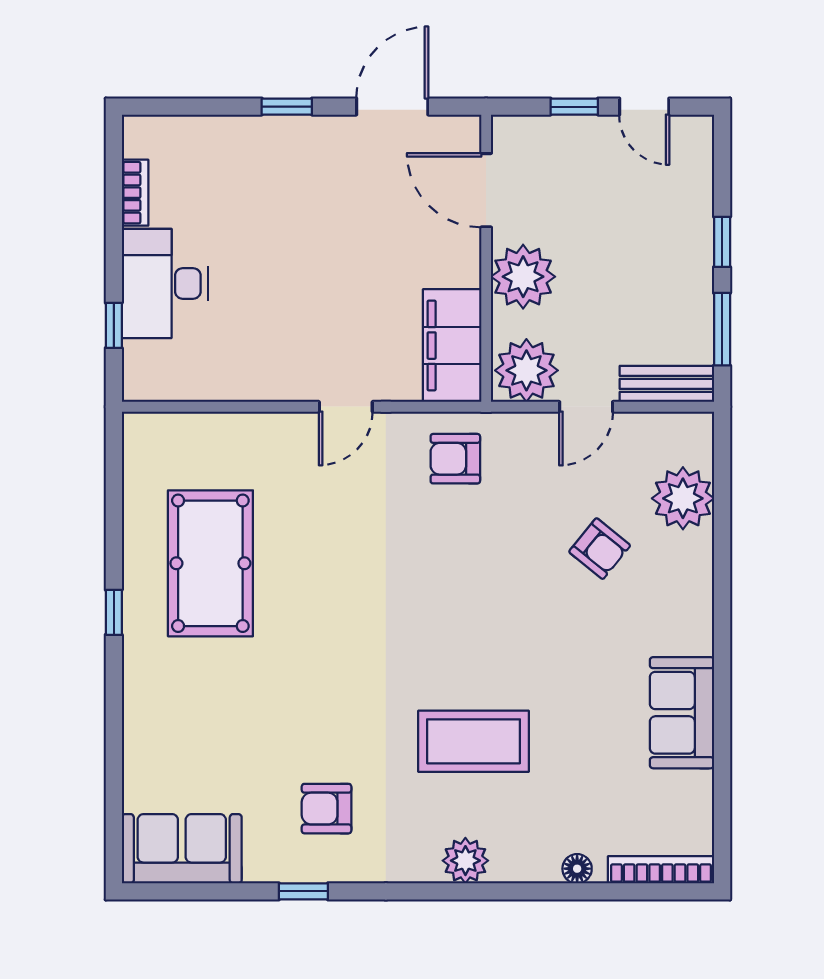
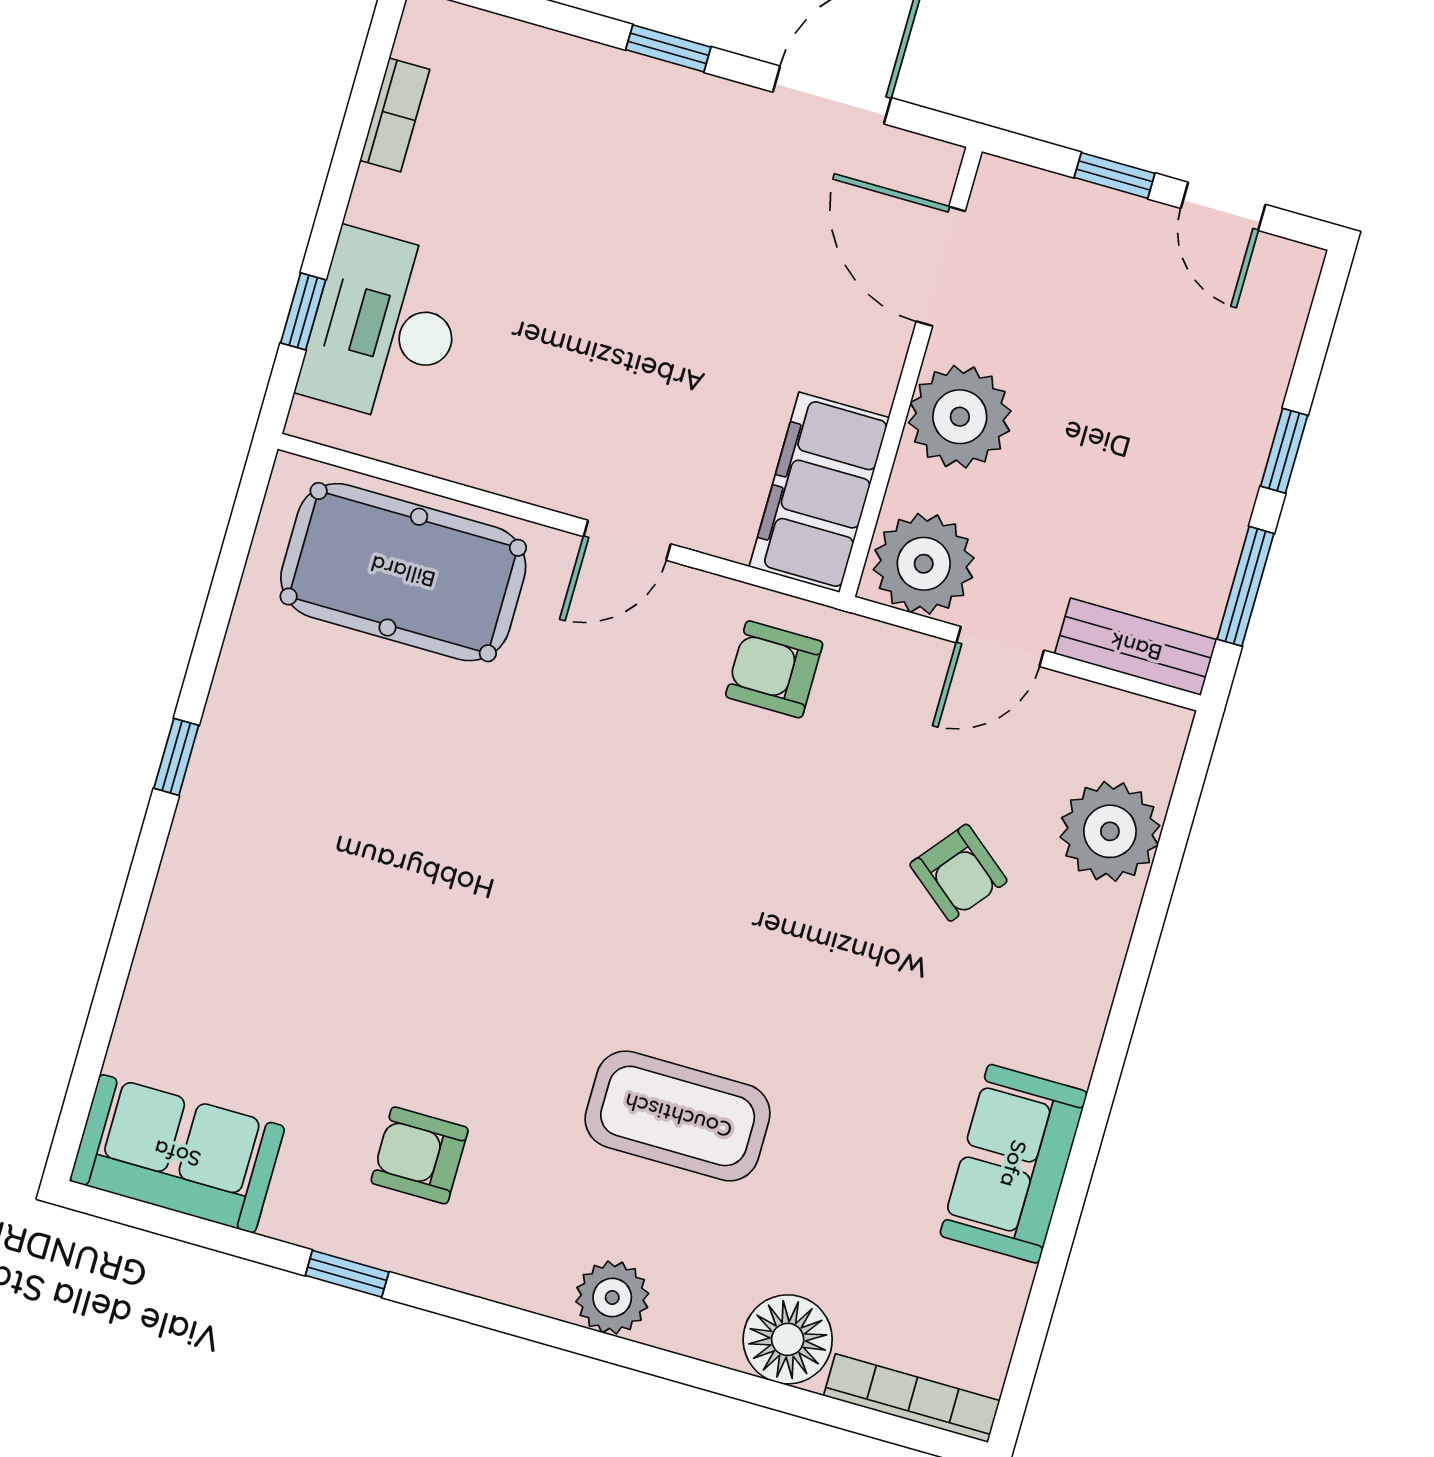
desk: (165, 283) -> (384, 327), moved
pool table: (210, 563) -> (403, 572), moved, turned 90
floor lamp: (577, 869) -> (788, 1339), width x1.89, depth x1.89

